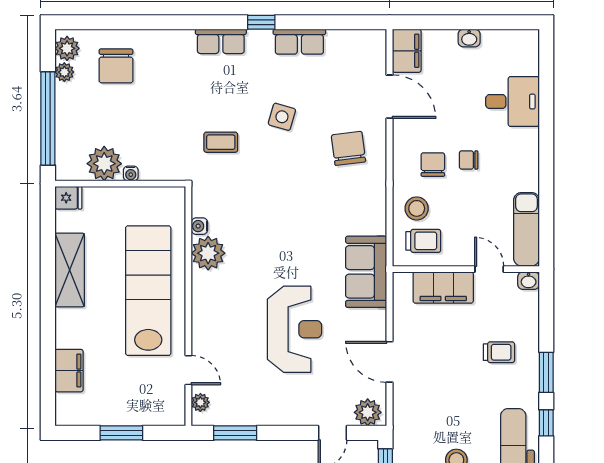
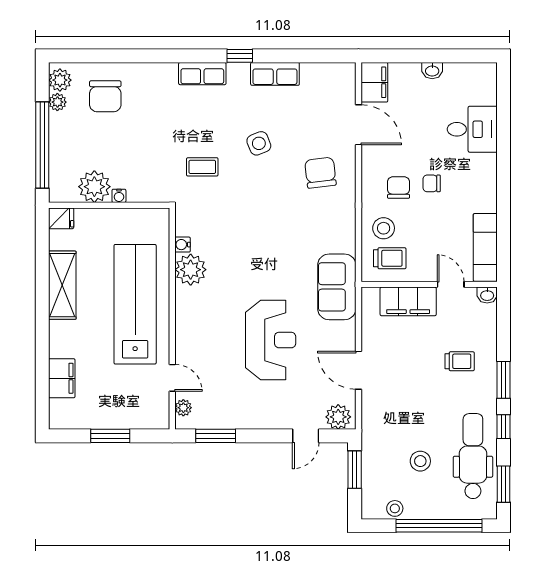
side table: (282, 117) -> (259, 143), turned -38

